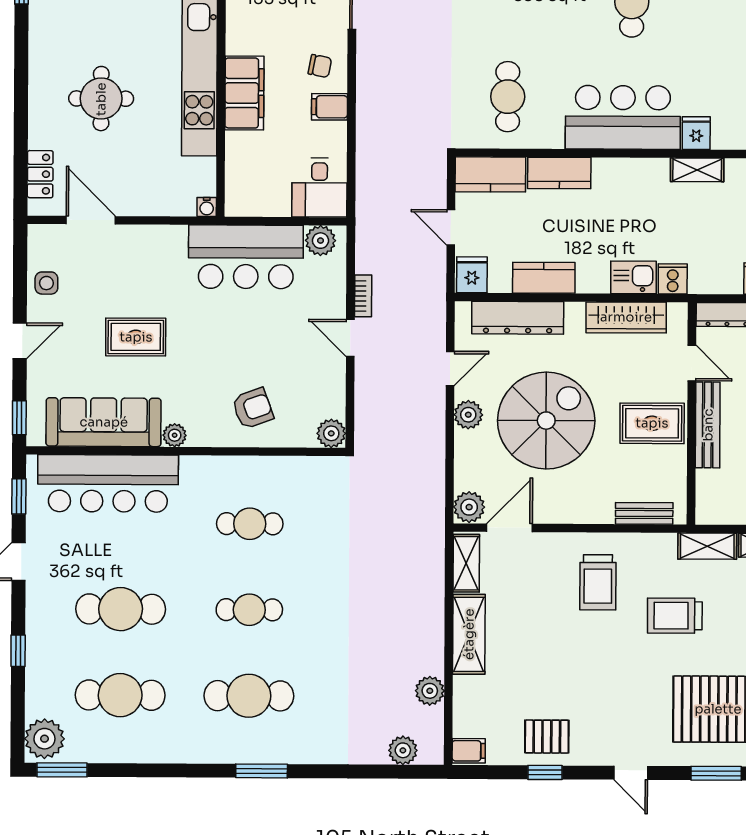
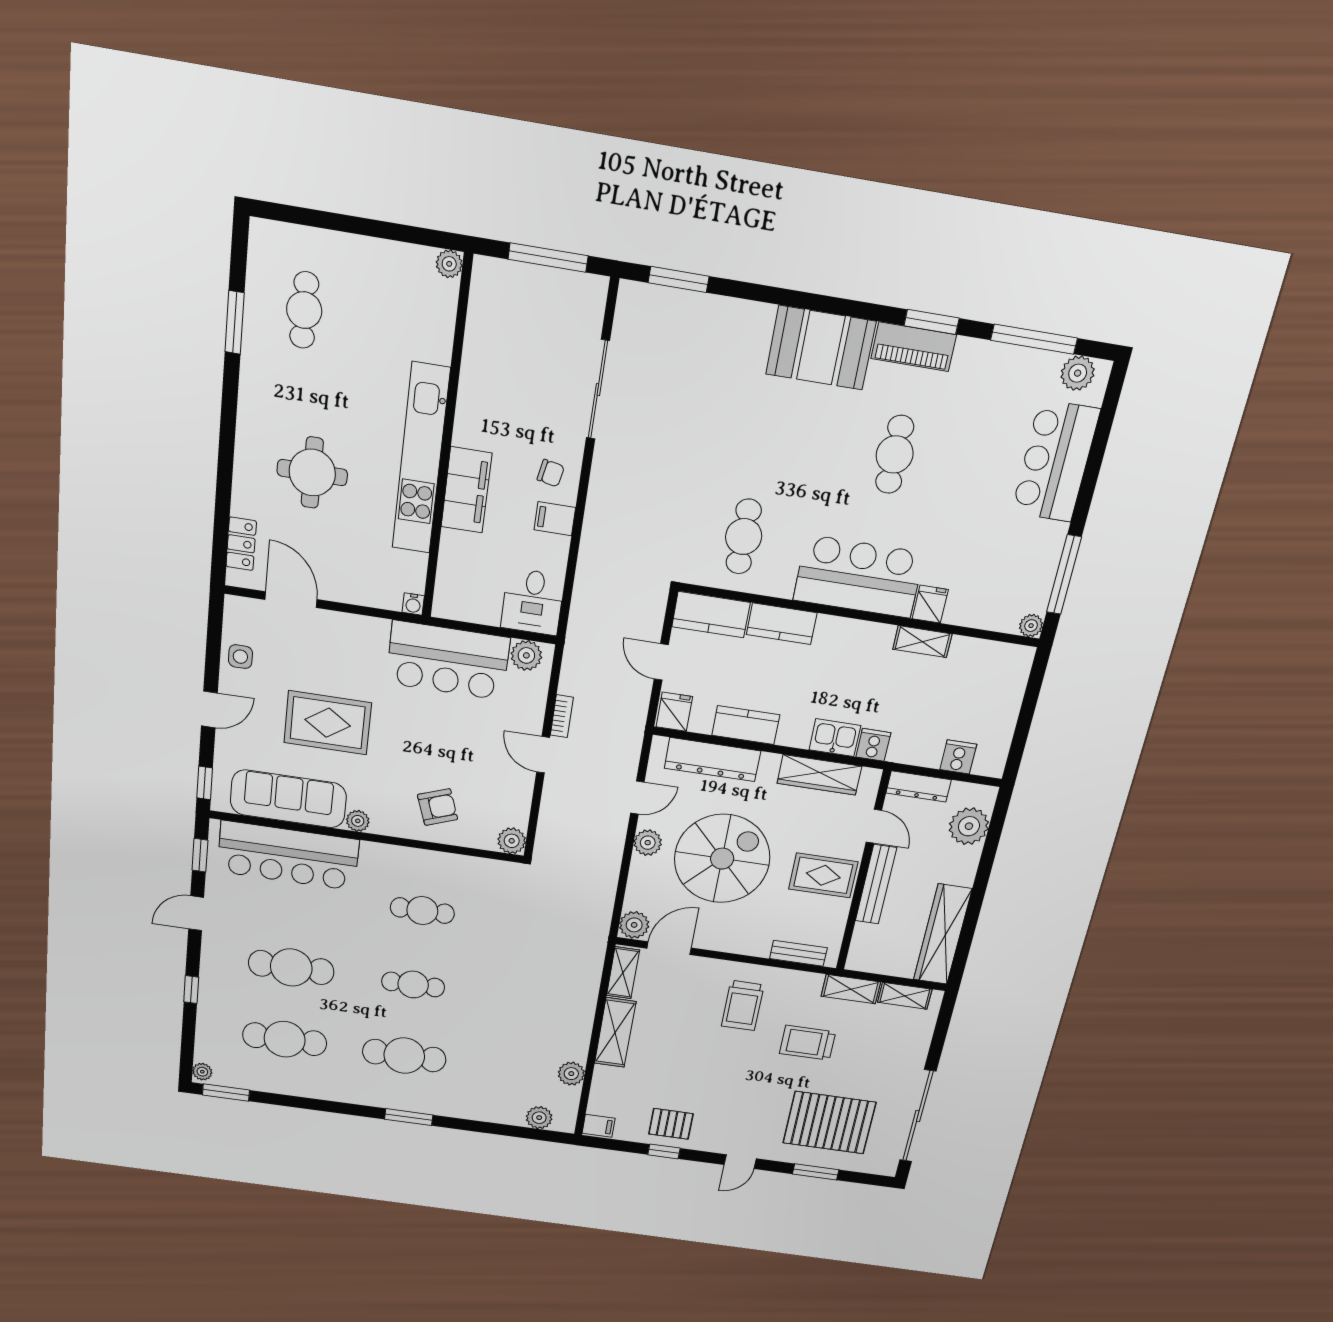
rug: (136, 337) -> (328, 723), width x1.36, depth x1.43
plant: (44, 739) -> (202, 1072), width x0.53, depth x0.53
door: (631, 773) -> (740, 1162), hinge flipped

